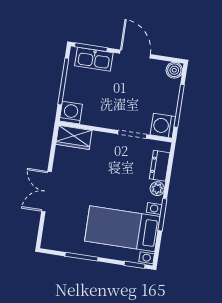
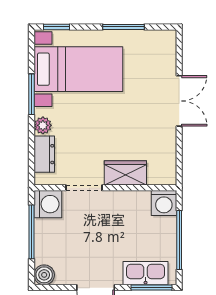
wardrobe: (74, 137) -> (125, 173), moved

